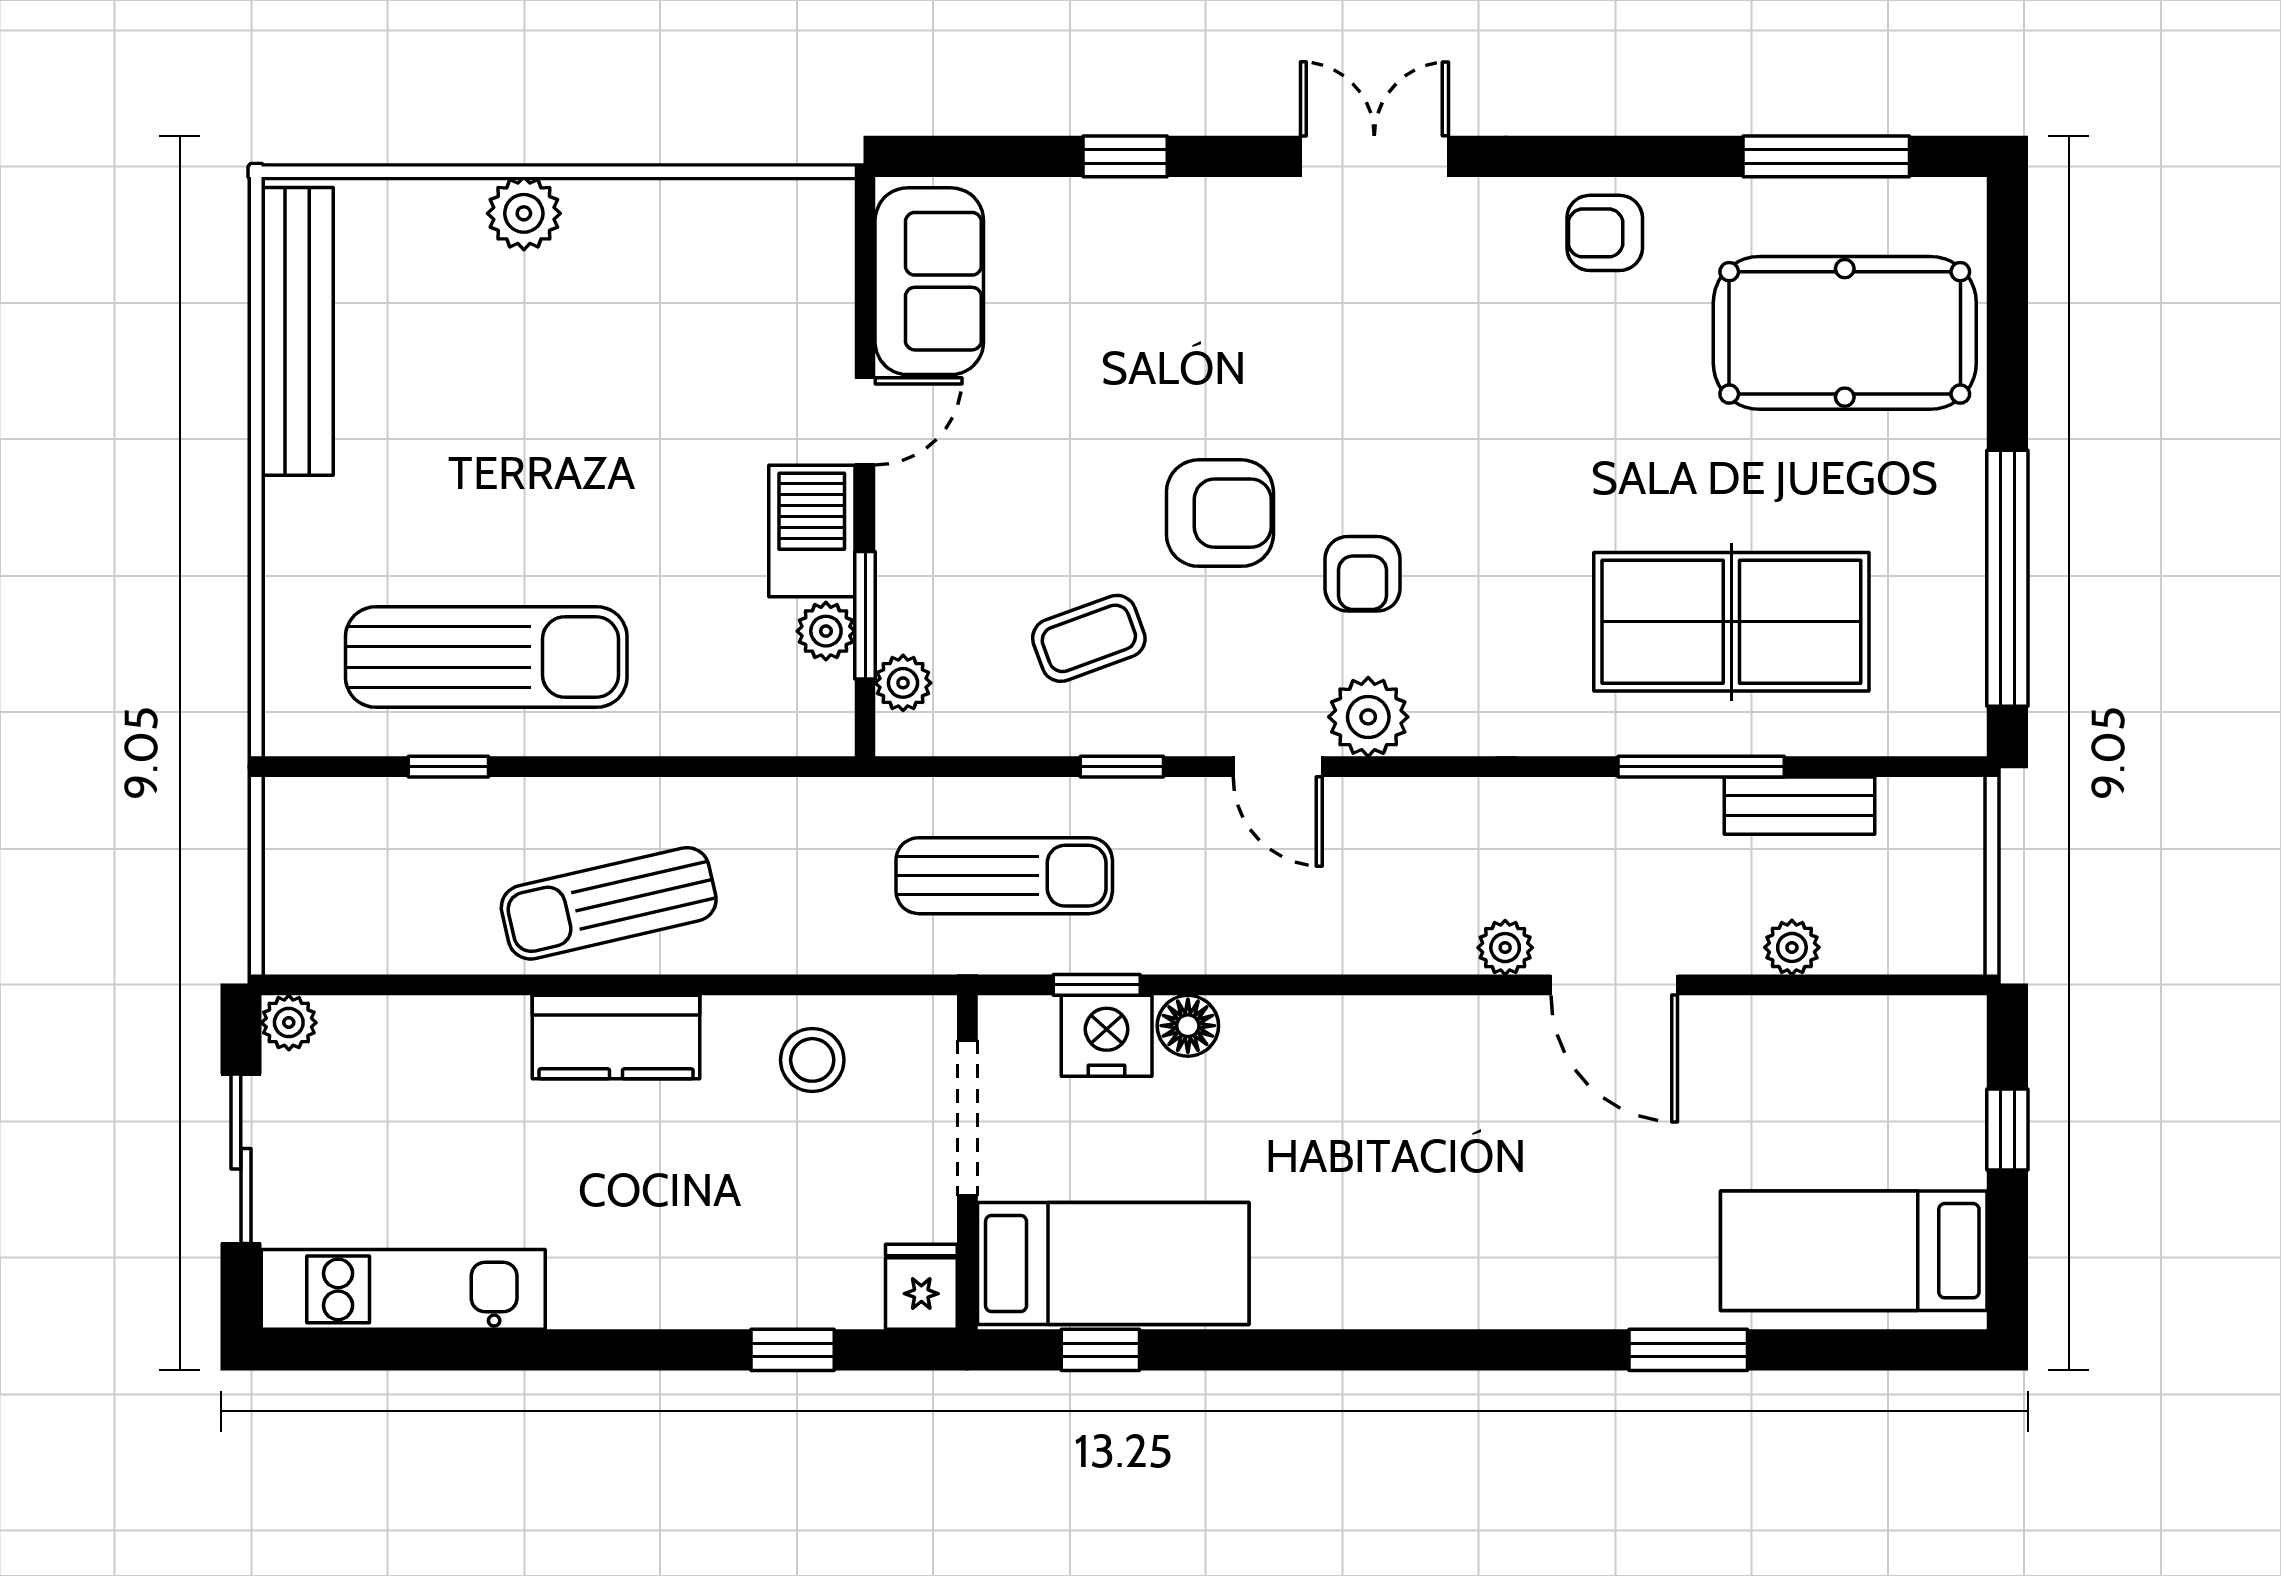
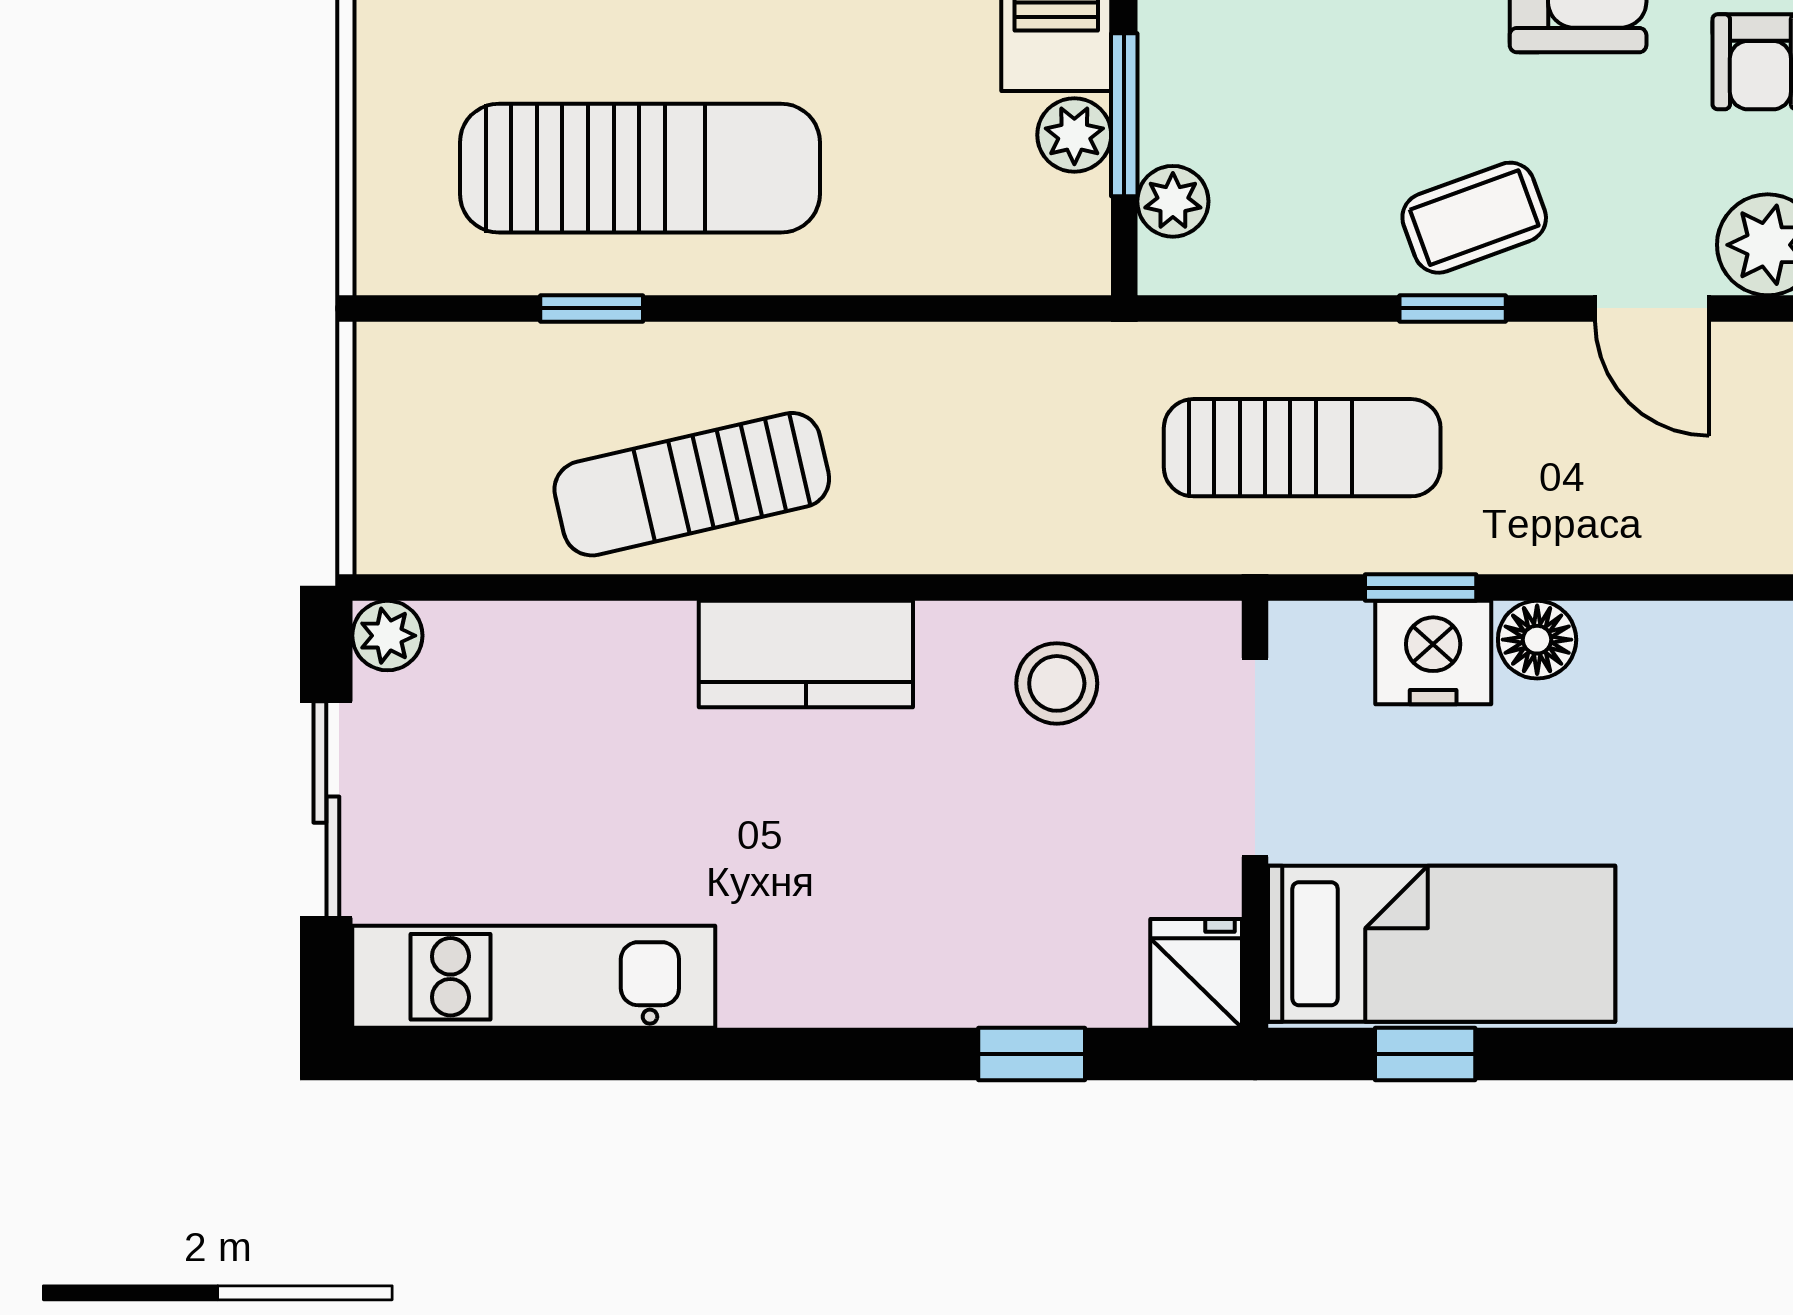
coffee table: (1089, 638) -> (1474, 218), moved
sun lounger: (609, 903) -> (692, 484), moved

